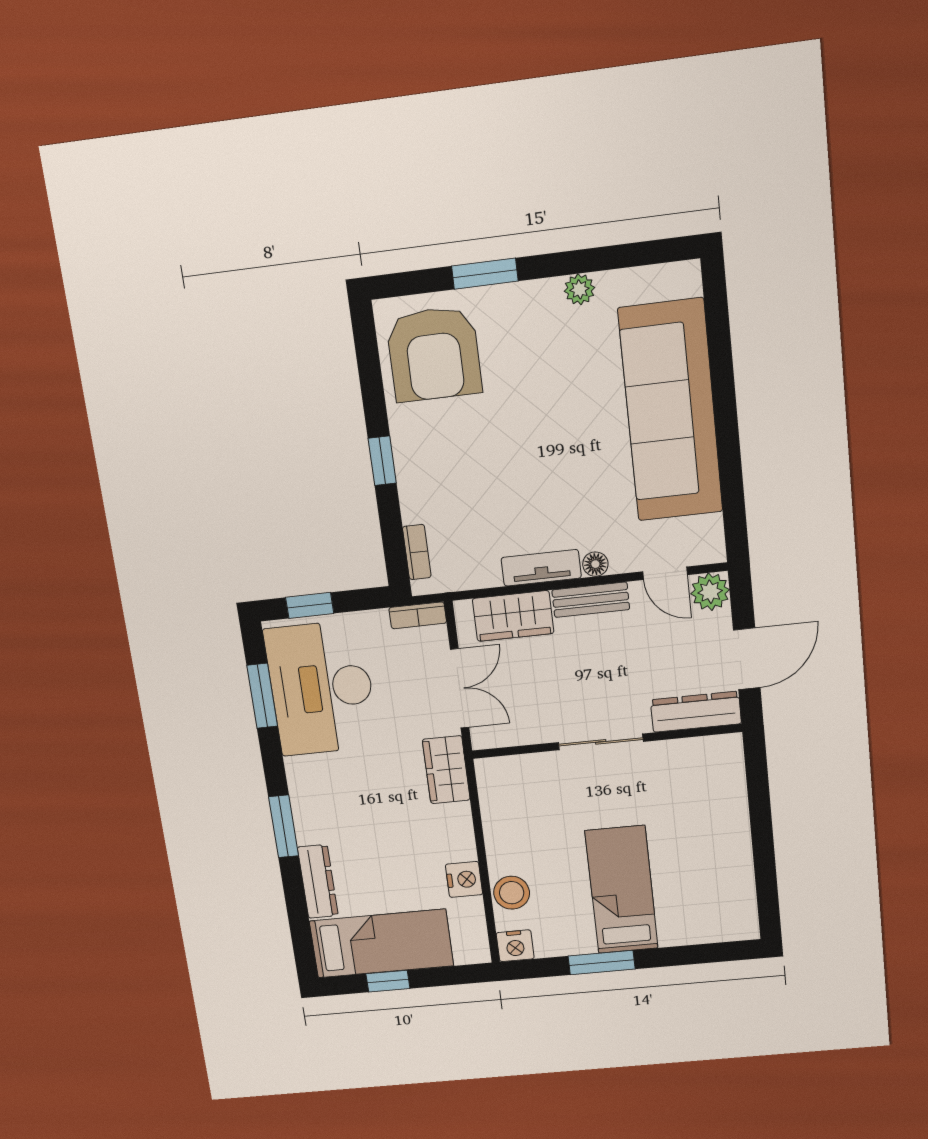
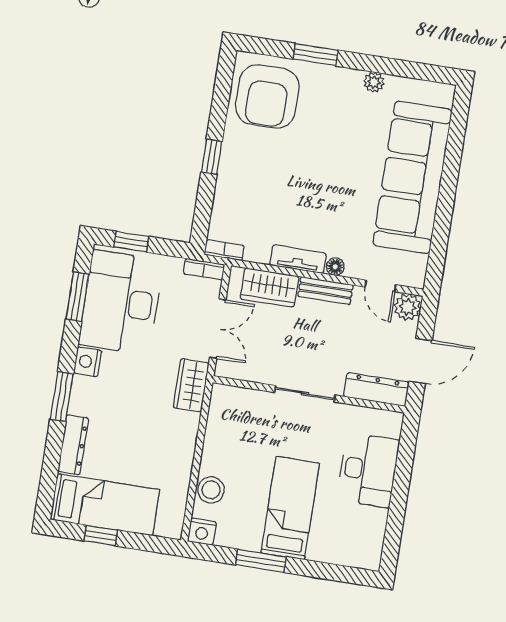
bookcase: (417, 552) -> (224, 250), moved, turned -90
desk: (712, 817) -> (368, 470), added
nightstand: (464, 879) -> (87, 362), moved, turned 180

